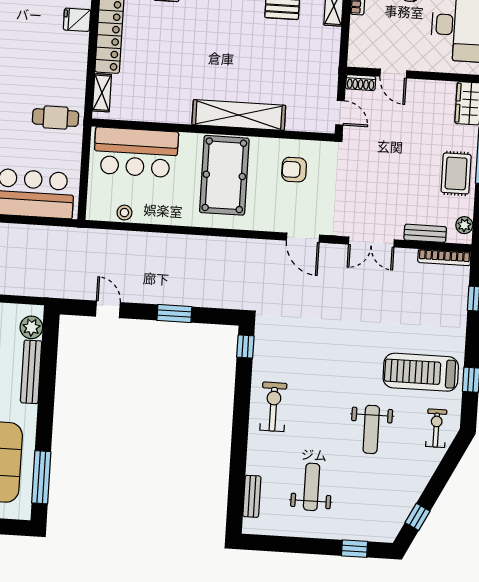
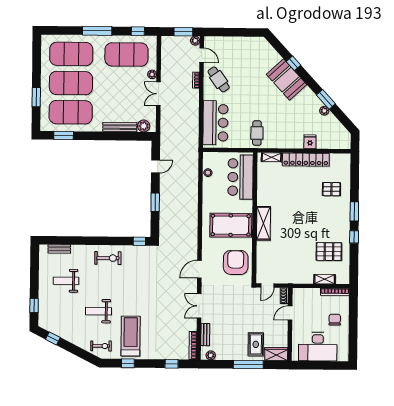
shelving: (239, 115) -> (263, 223), width x0.68
armchair: (294, 170) -> (236, 262), width x1.88, depth x1.88
rug: (456, 173) -> (256, 344), moved, turned 90
window: (41, 477) -> (64, 135), width x0.69
weight bench: (312, 487) -> (66, 281), turned 180

